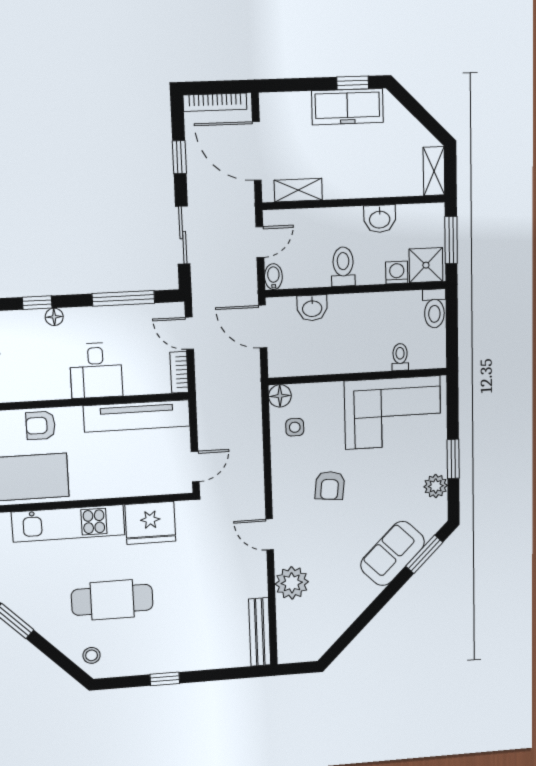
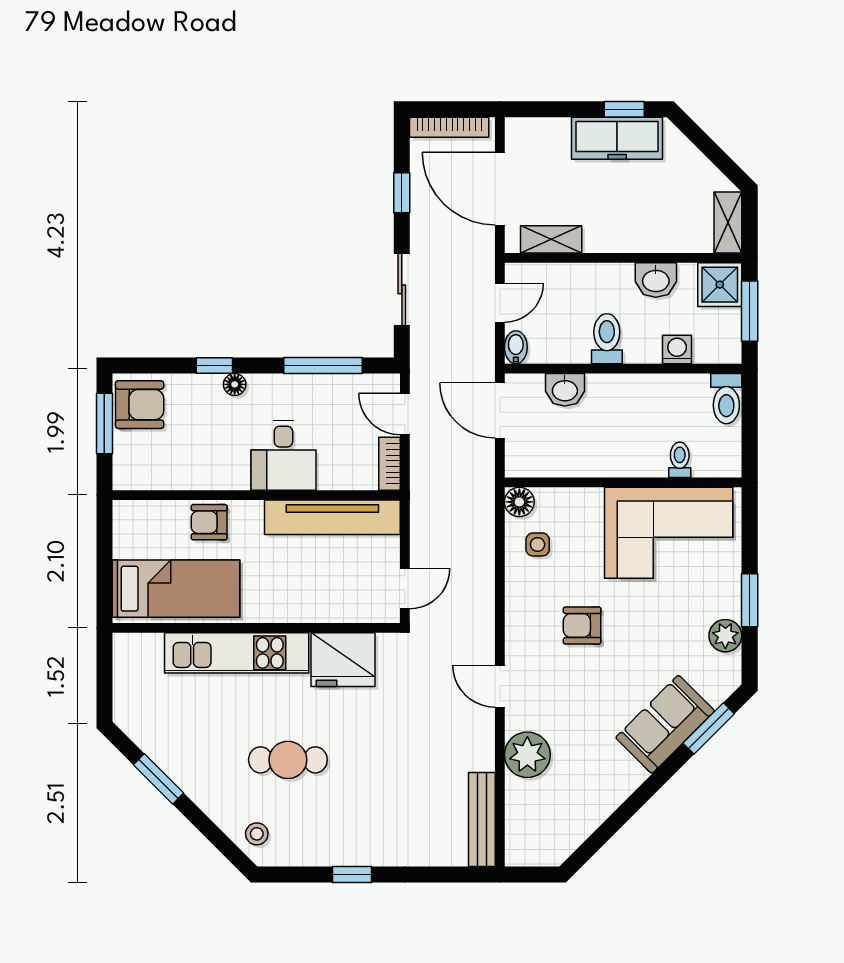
shower: (426, 265) -> (720, 285), moved
armchair: (330, 486) -> (582, 626), turned 84
cafe table: (112, 600) -> (288, 760), width x0.73, depth x0.74

